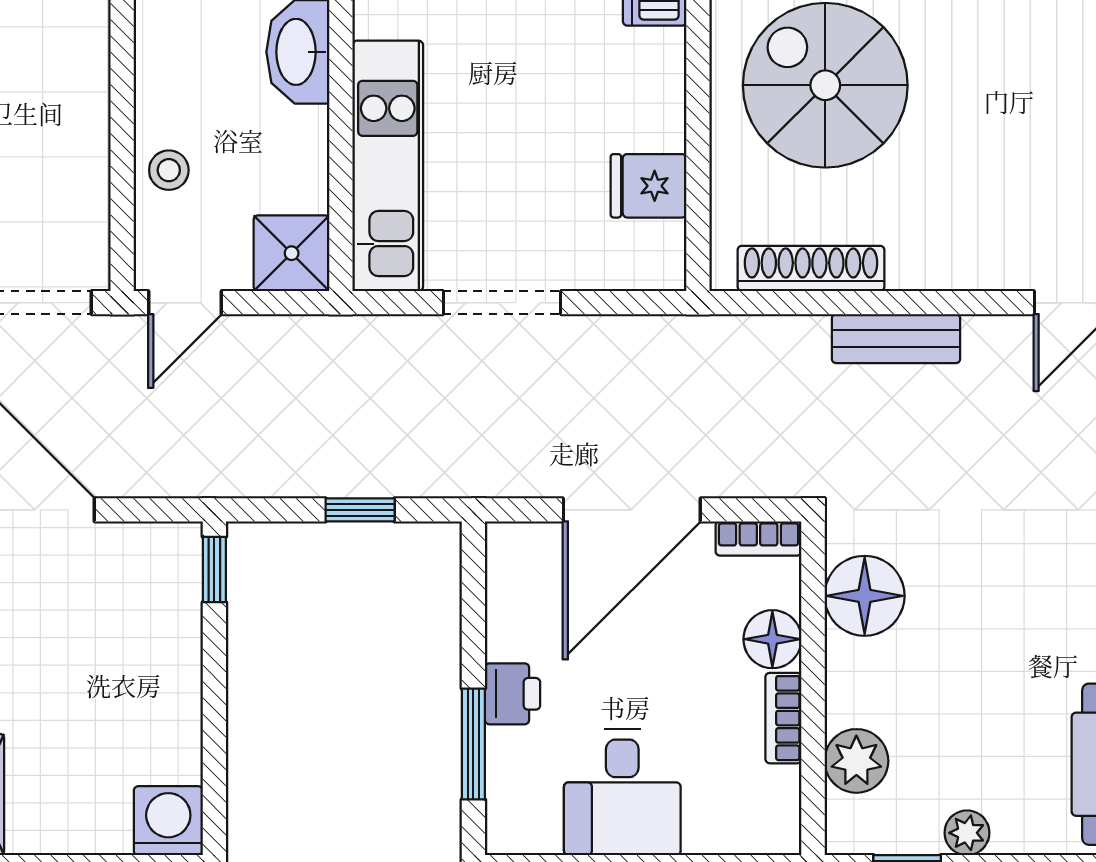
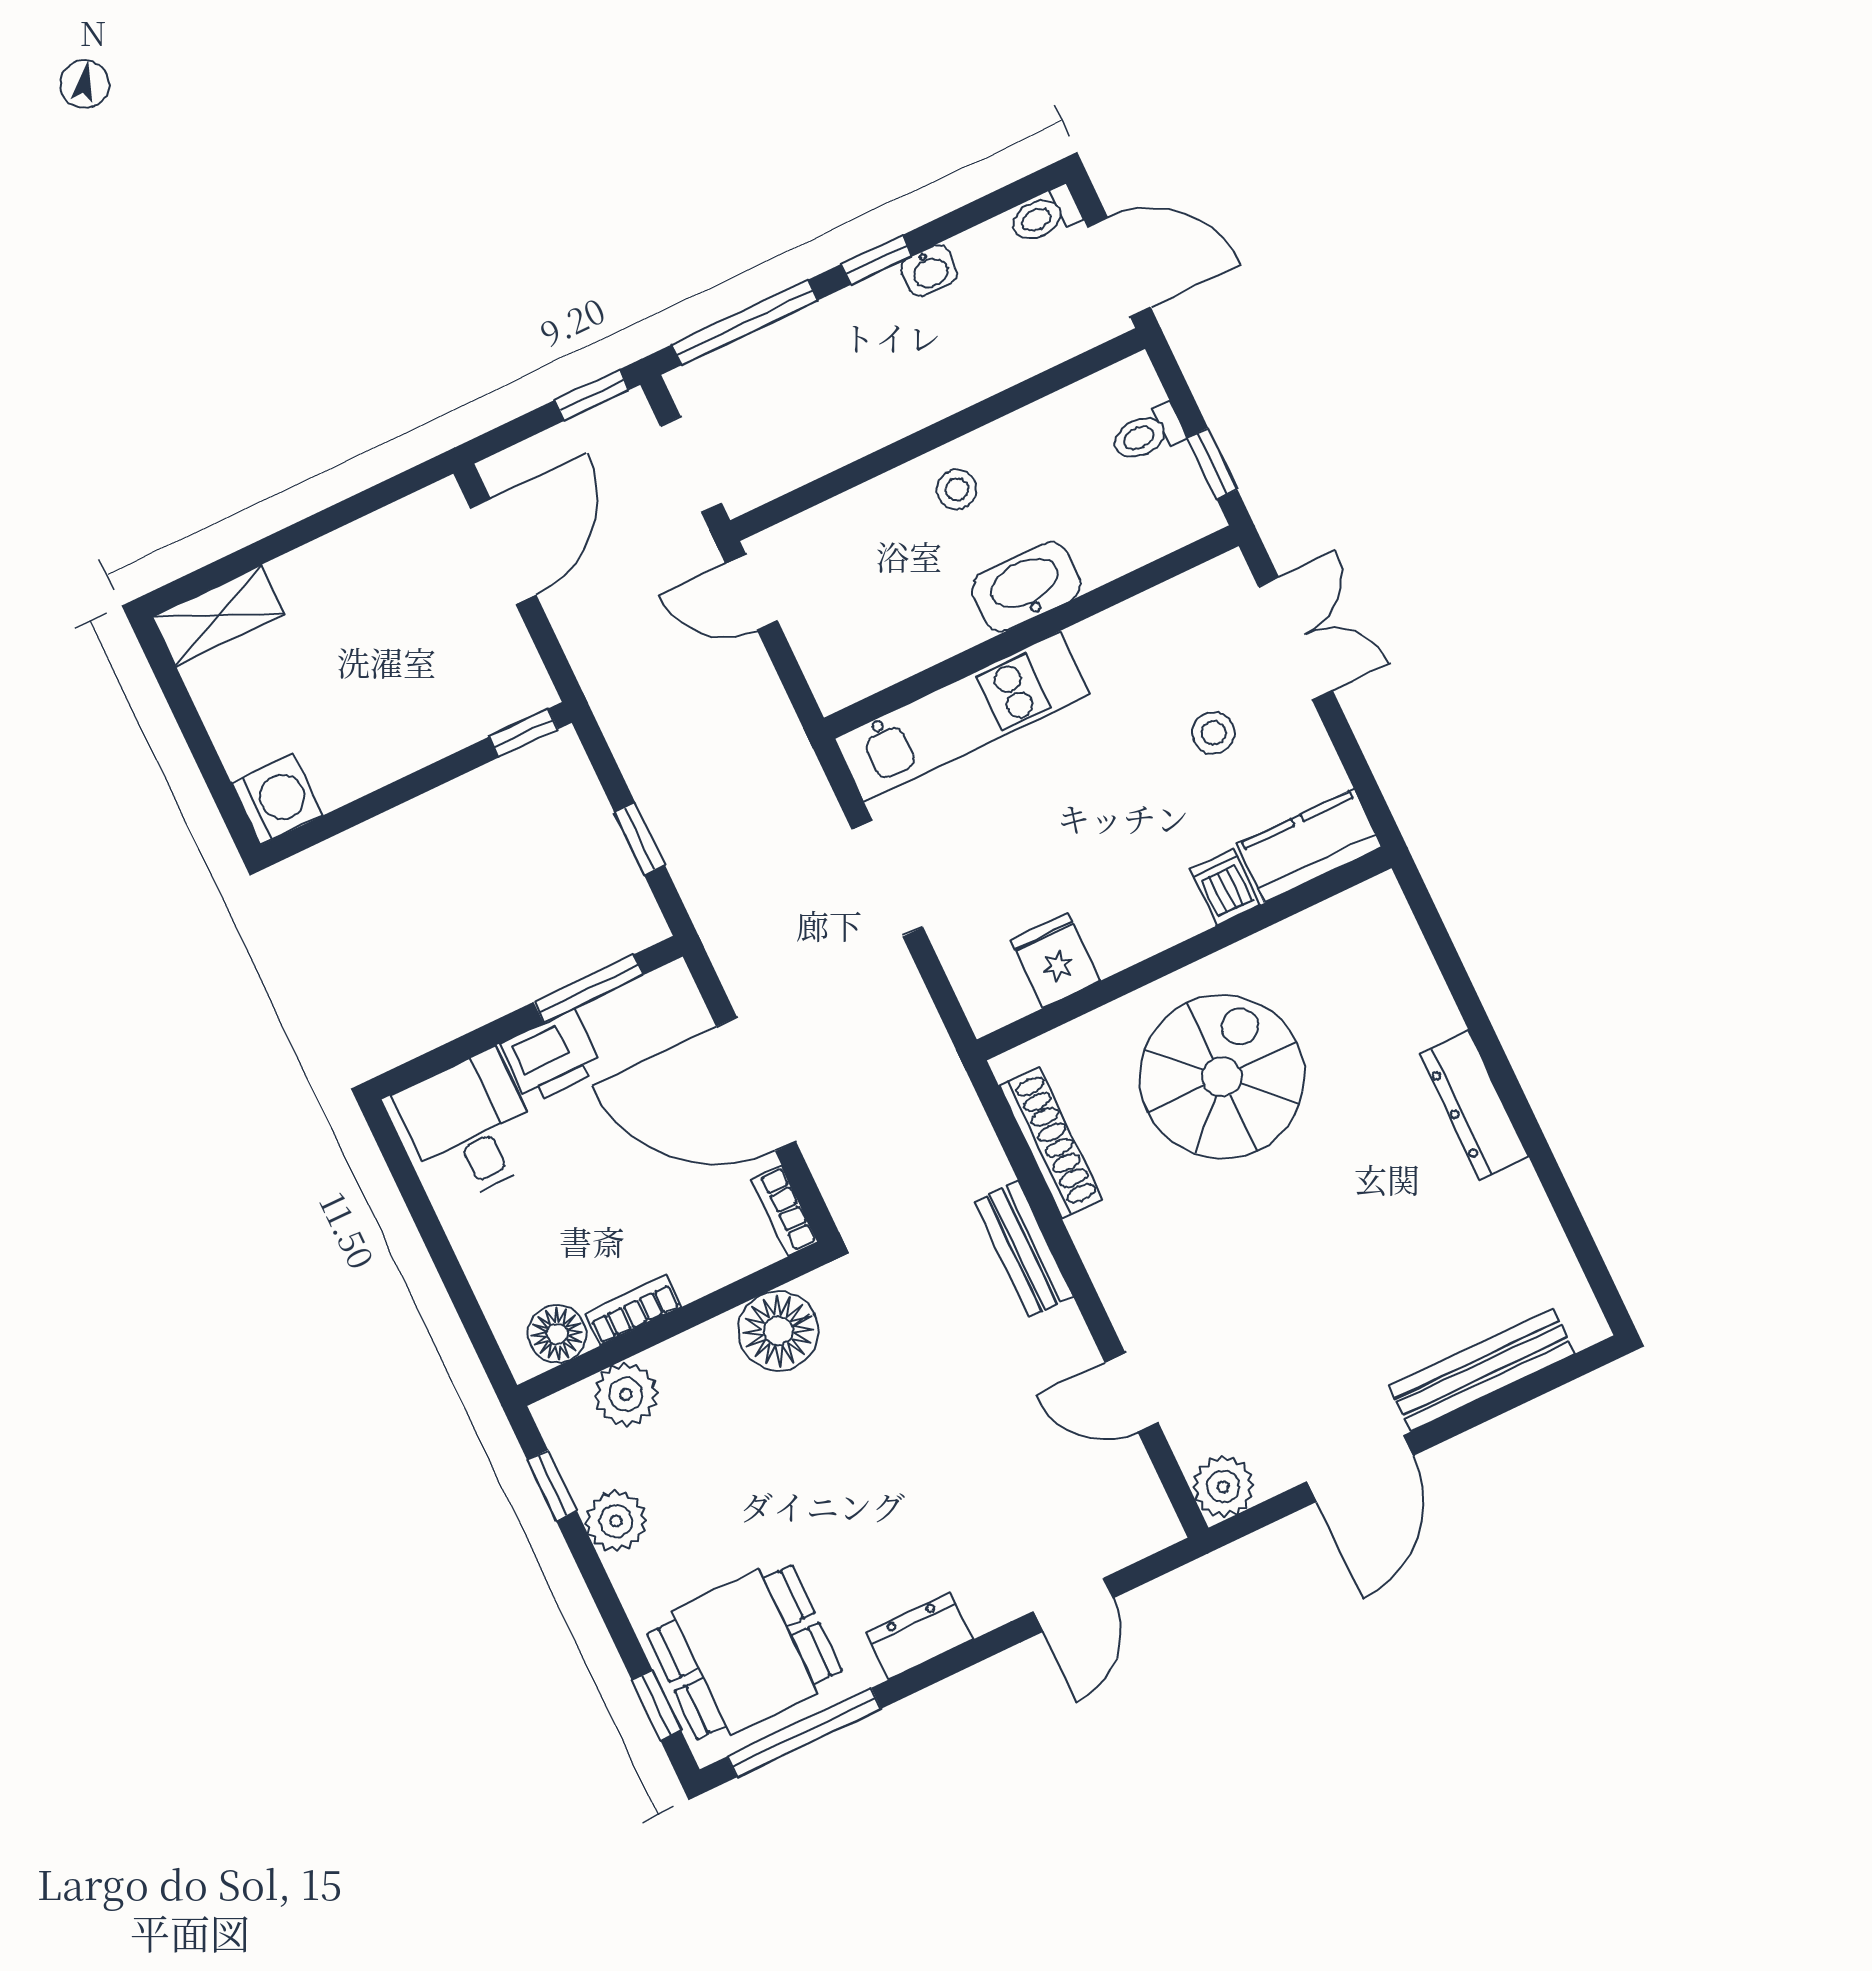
stool: (169, 170) -> (957, 489), moved
shower: (292, 253) -> (842, 667), removed
floor lamp: (772, 639) -> (557, 1334), moved
printer: (513, 694) -> (552, 1057), width x1.36, depth x1.24
window: (473, 744) -> (589, 988), moved
desk: (622, 792) -> (470, 1127), moved, turned 90
plant: (967, 833) -> (616, 1521), width x1.38, depth x1.38

